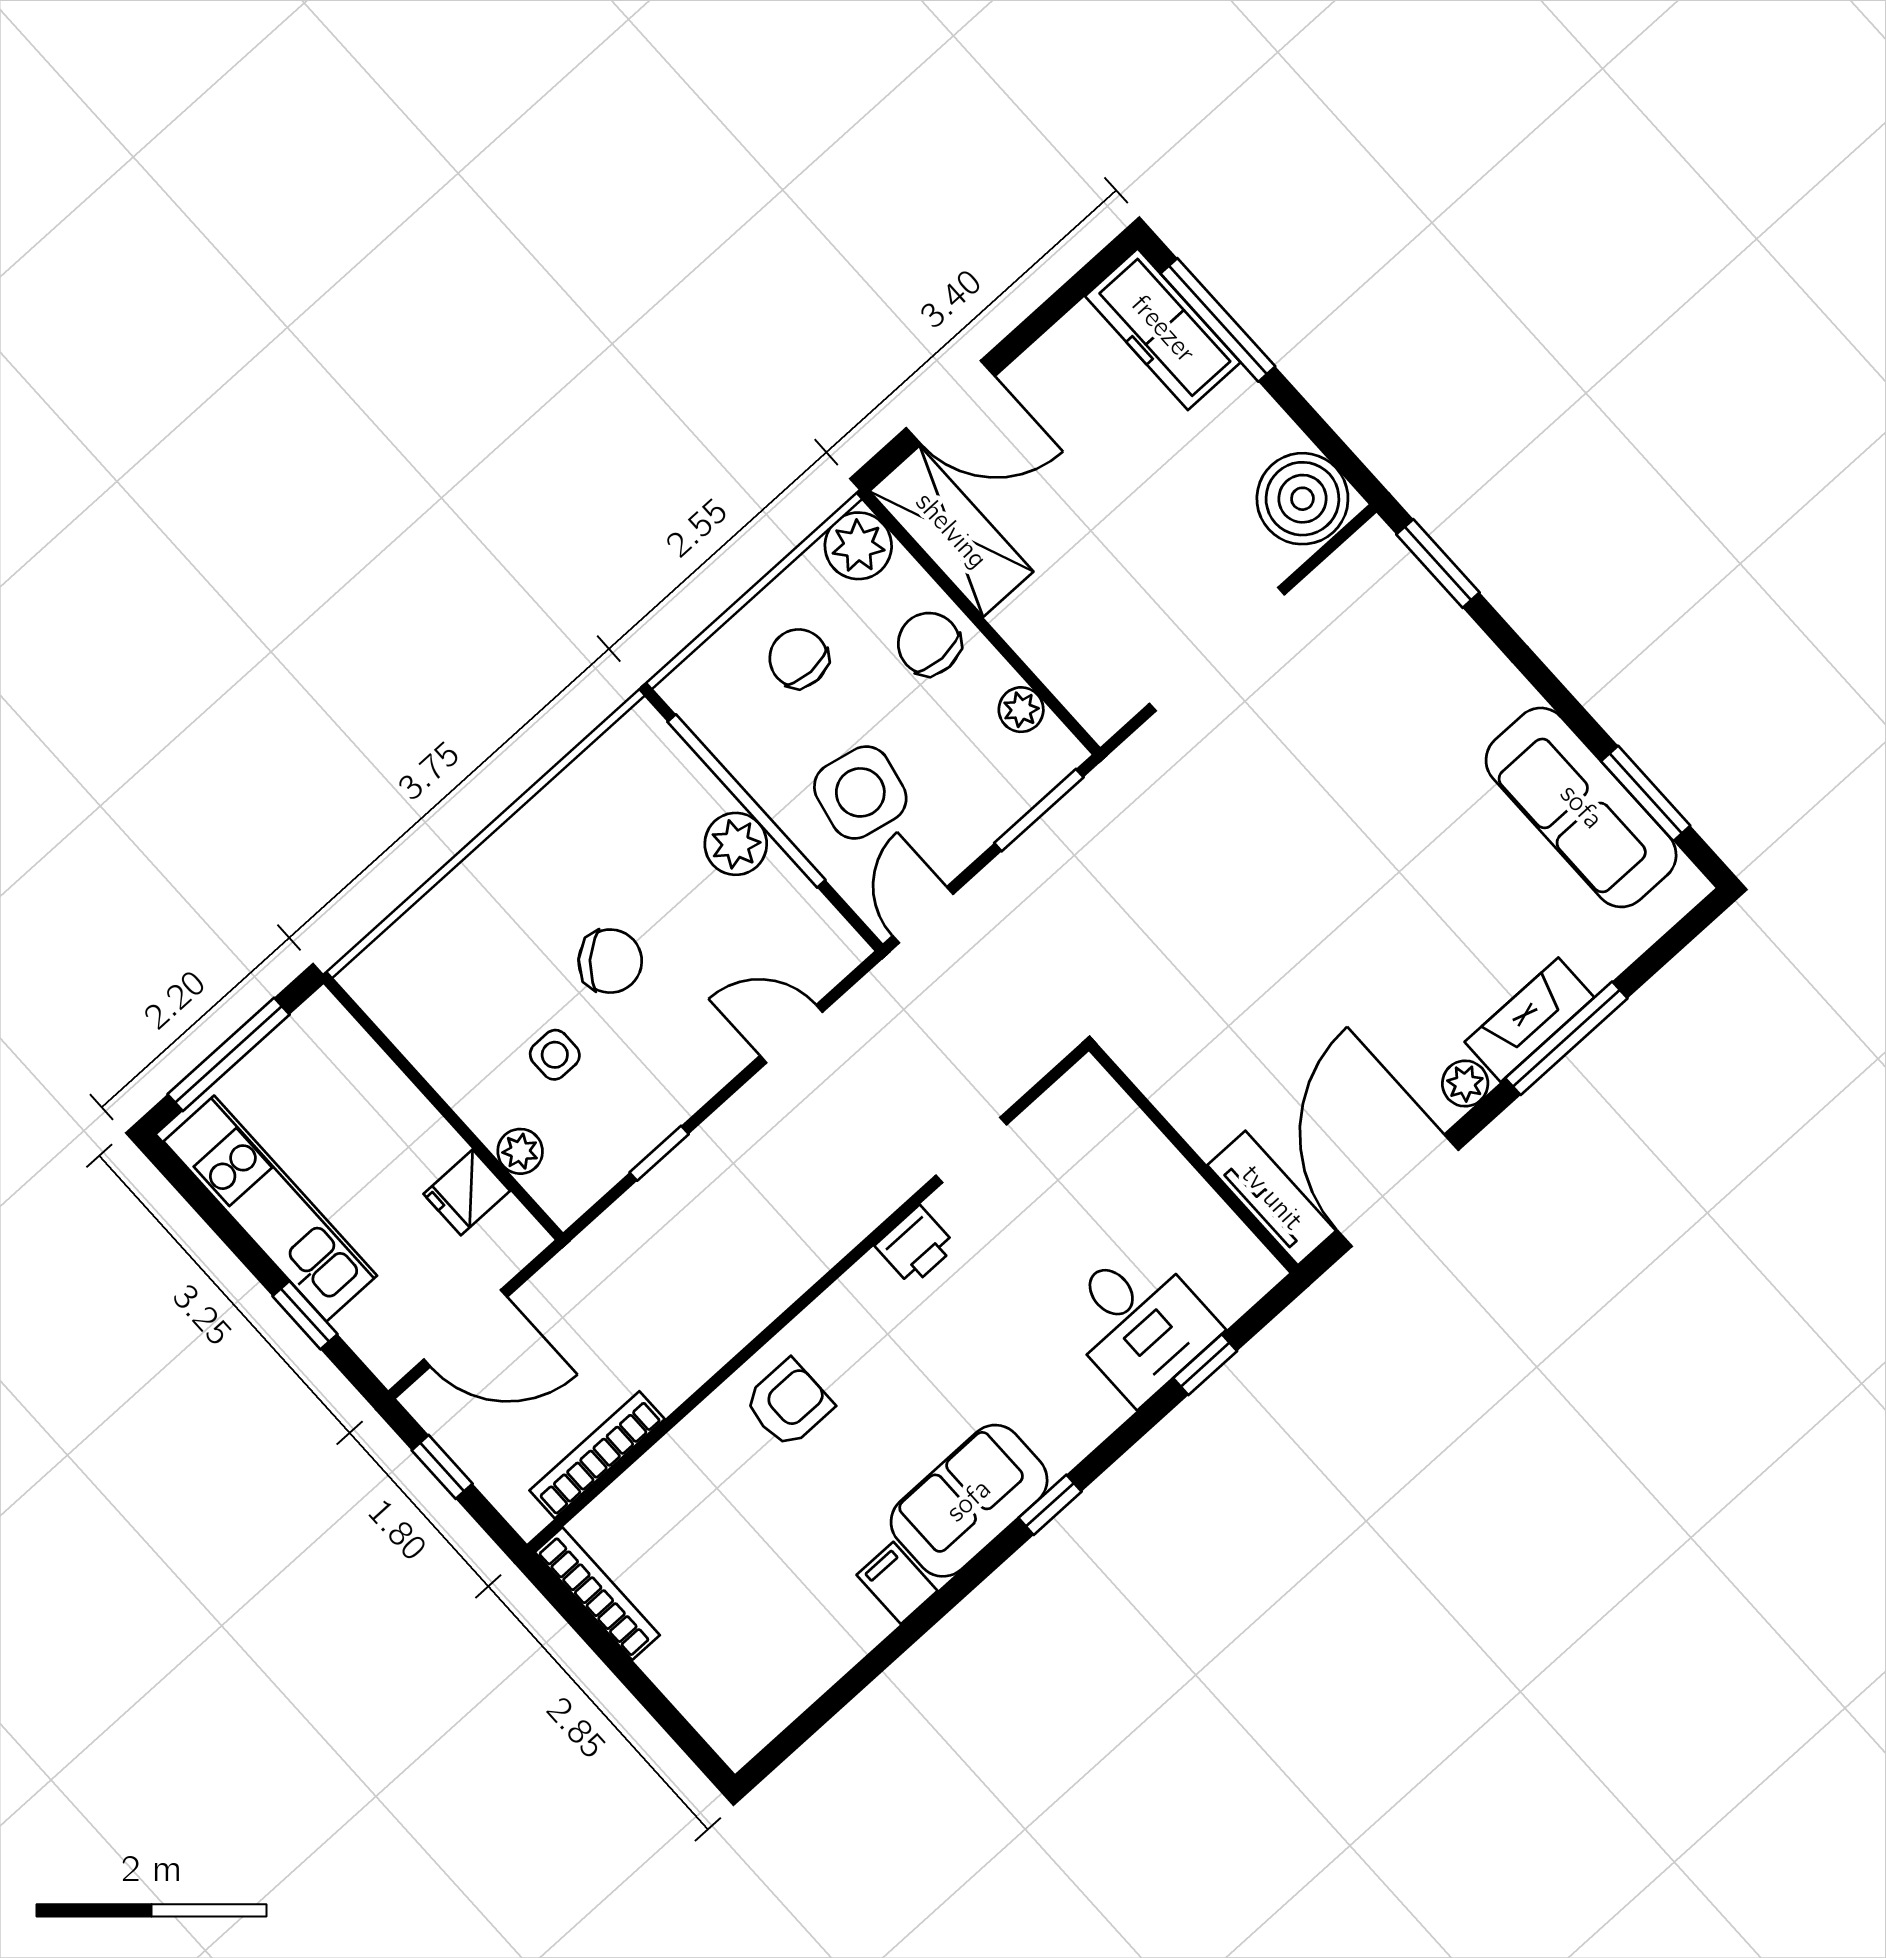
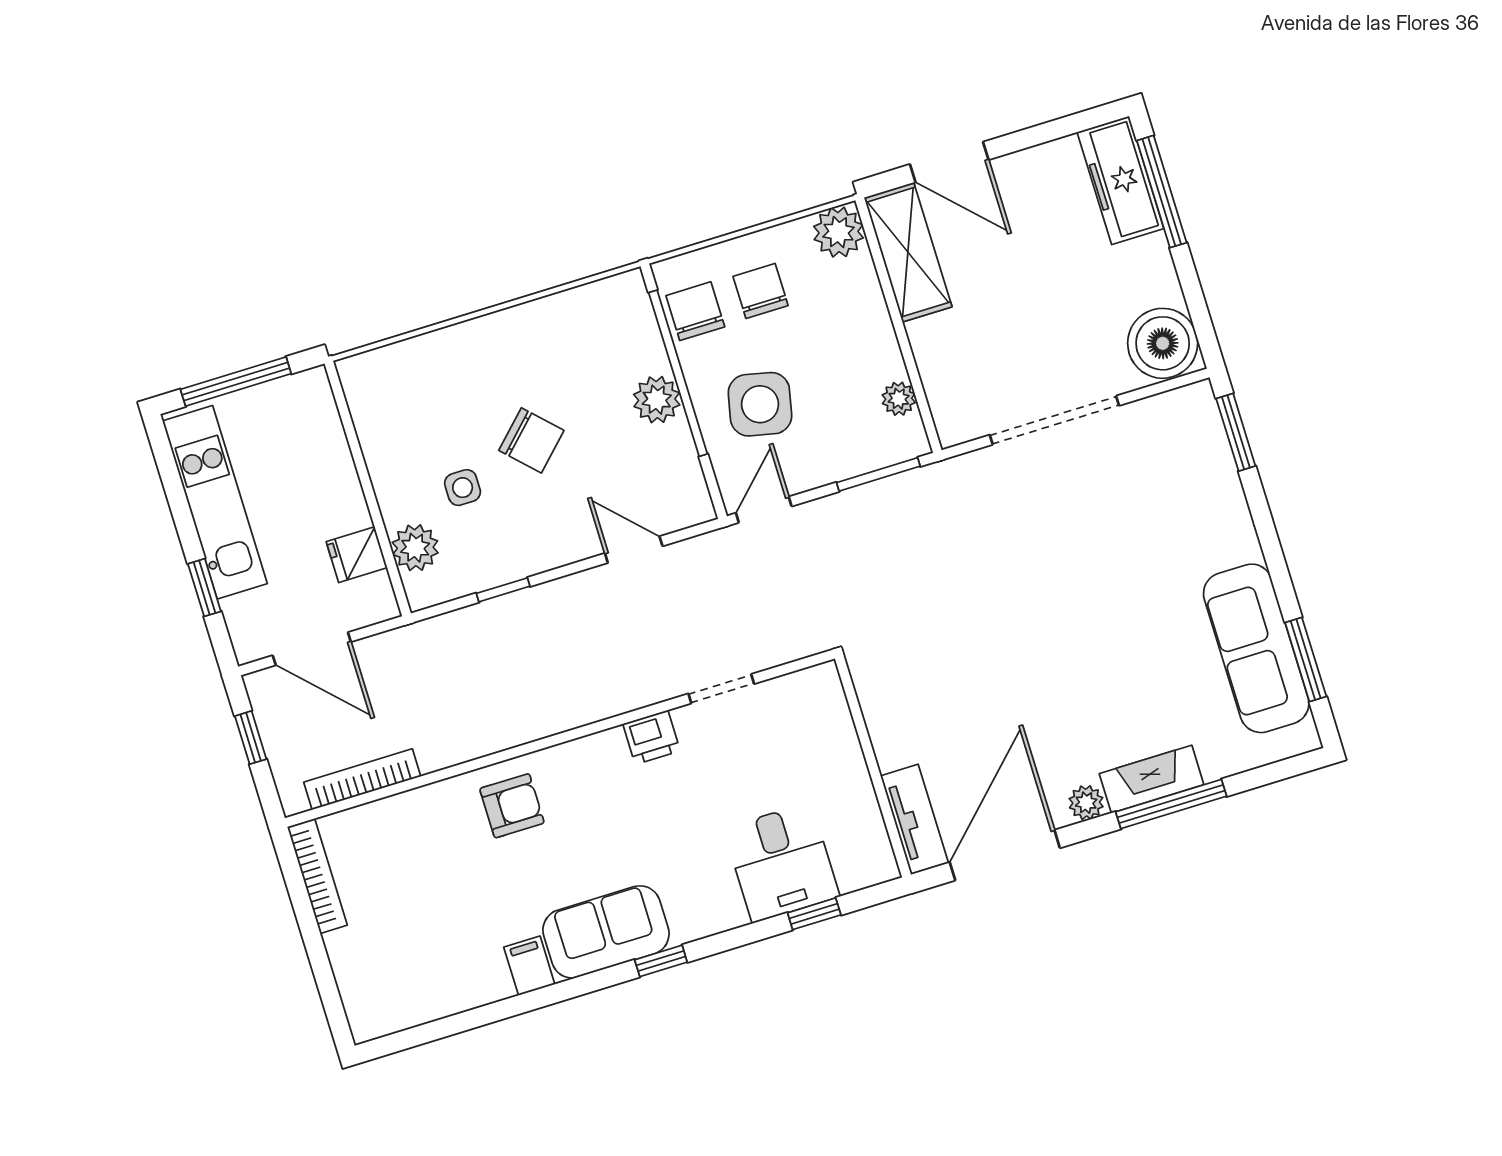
chair: (929, 644) -> (695, 311), moved
plant: (520, 1151) -> (415, 548), width x1.38, depth x1.38

